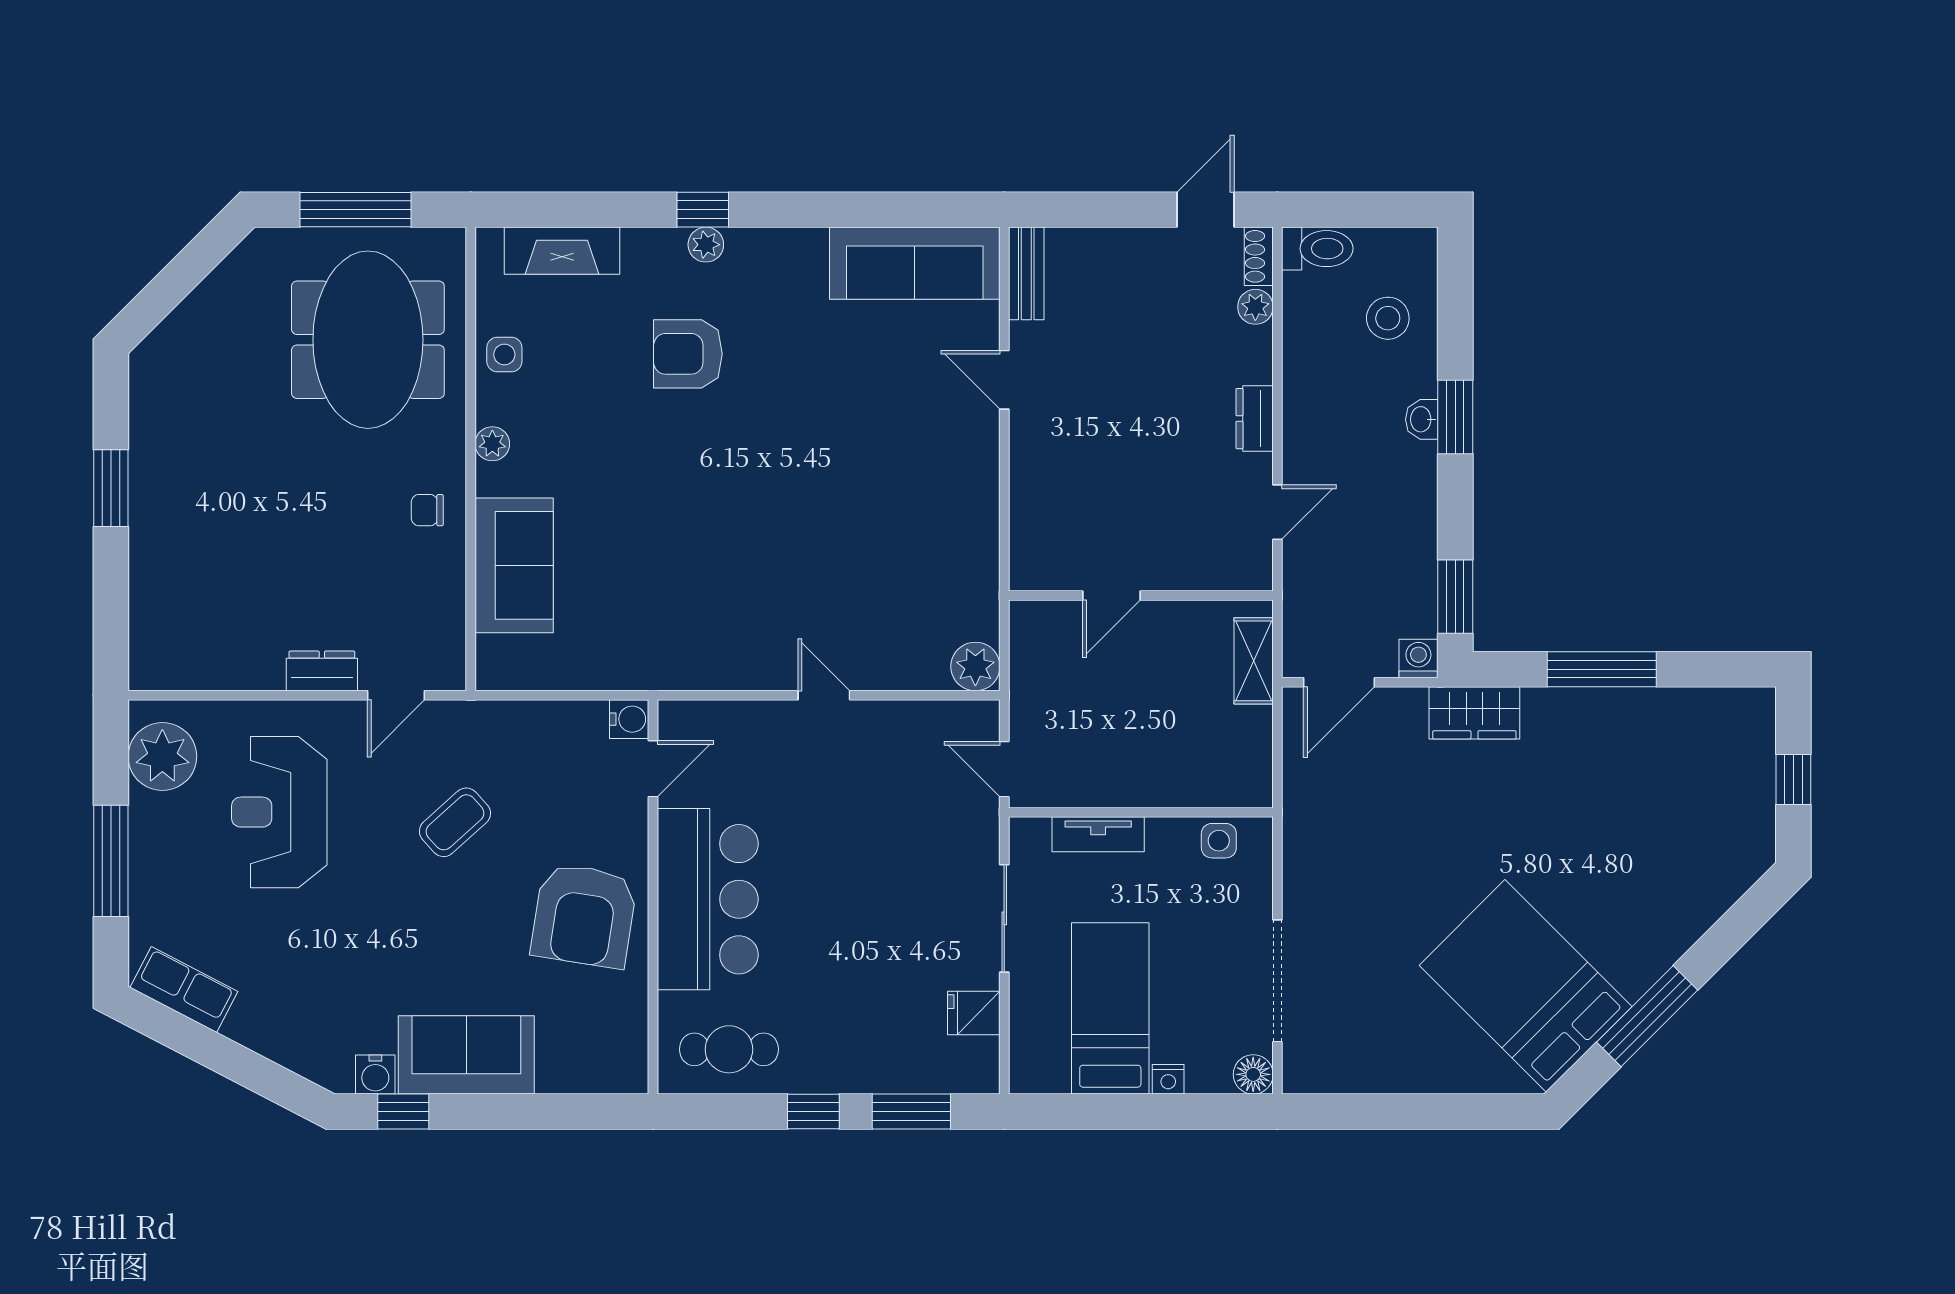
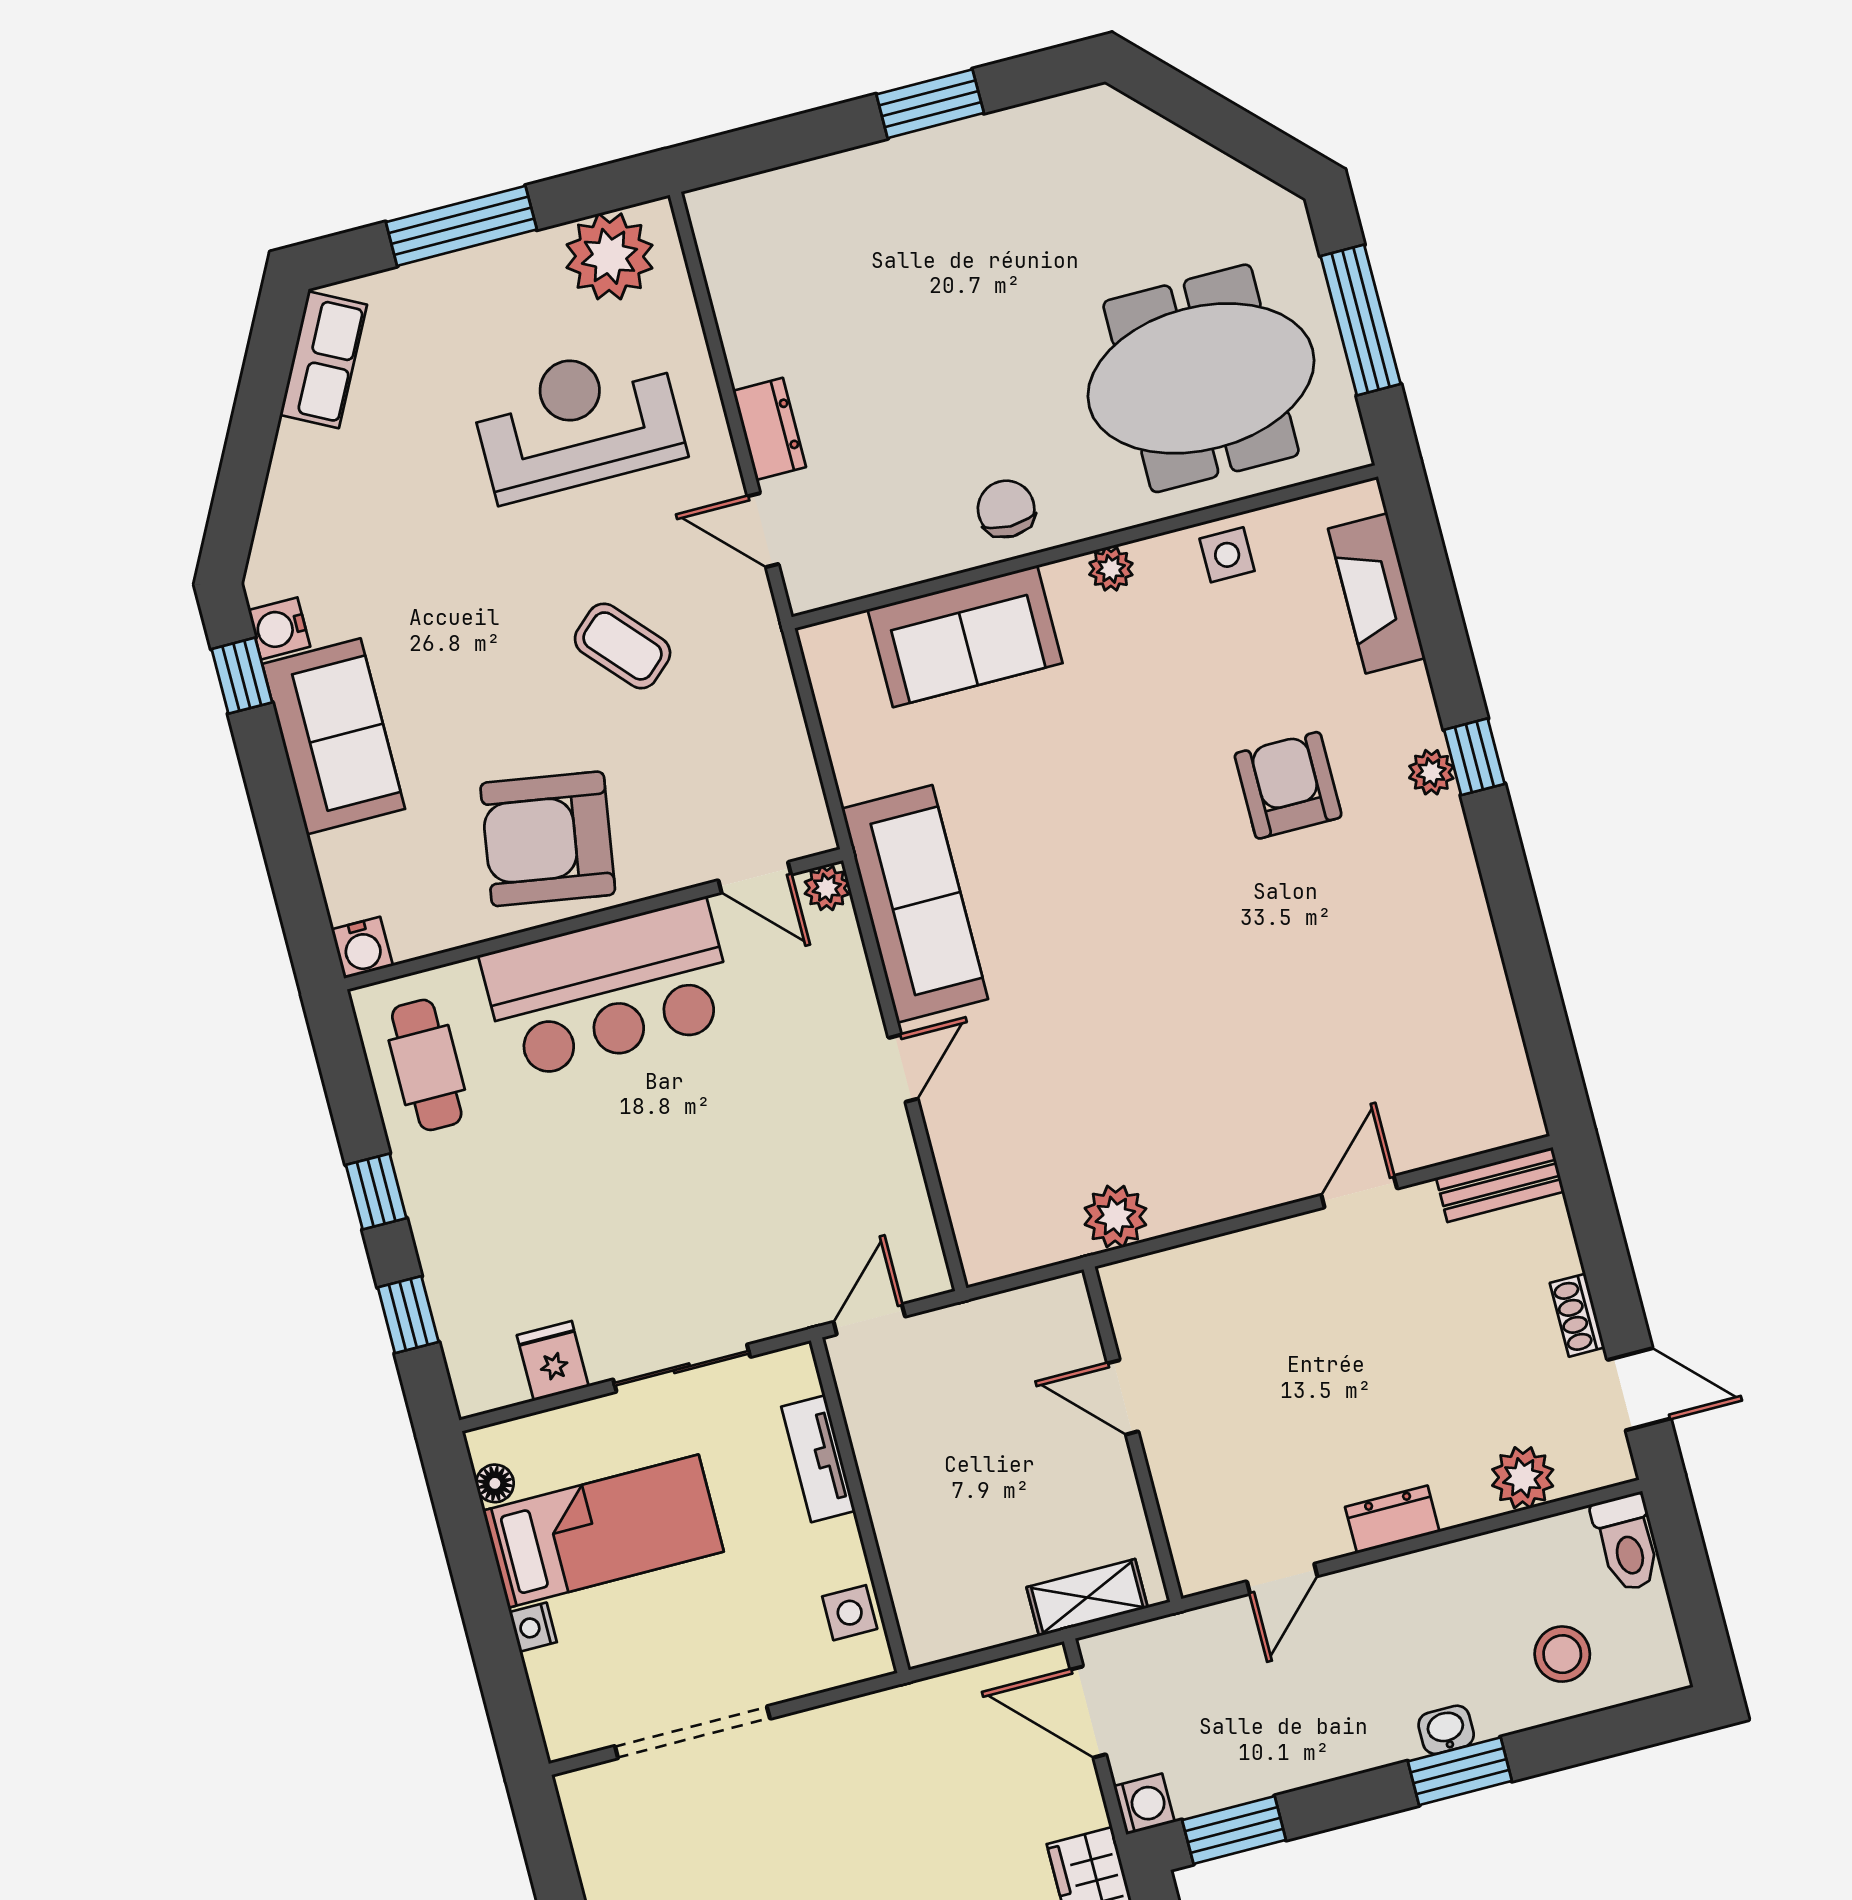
shoe rack: (1259, 256) -> (1577, 1315), moved, turned -90
sofa: (915, 263) -> (915, 904), moved, turned 180
plant: (1255, 307) -> (1523, 1478), width x1.38, depth x1.38
chair: (427, 510) -> (1006, 509), width x1.37, depth x1.37
door: (1277, 512) -> (1282, 1579), hinge flipped
plant: (975, 666) -> (1115, 1217), moved
plant: (675, 717) -> (827, 888), added
water cooler: (629, 719) -> (362, 948), moved
floor lamp: (1253, 1074) -> (495, 1483), moved, width x0.73, depth x0.73
window: (911, 1112) -> (408, 1315), width x0.67

